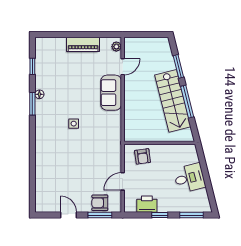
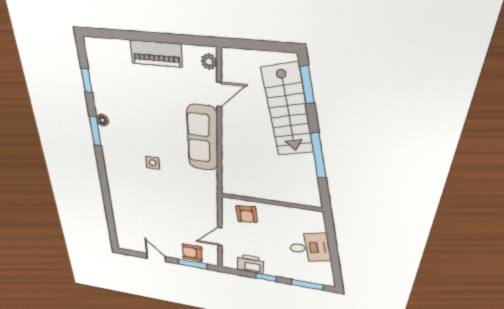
window: (178, 66) -> (307, 85), moved
sofa: (111, 93) -> (203, 138), width x1.36
stairs: (173, 101) -> (288, 111), moved

